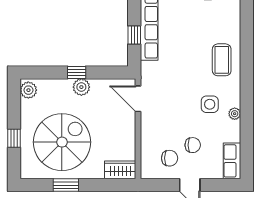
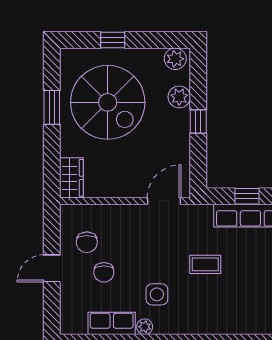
coffee table: (222, 60) -> (205, 264), moved, width x0.73, depth x0.77
plant: (81, 87) -> (179, 97), moved
row of seats: (232, 161) -> (112, 323), moved

